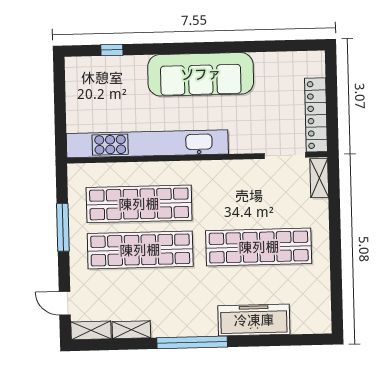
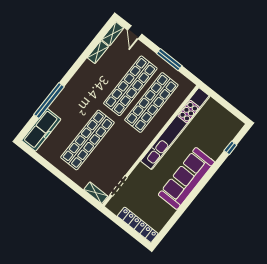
locker: (316, 115) -> (138, 225), moved
door: (65, 303) -> (135, 32), swing flipped
freezer: (254, 320) -> (41, 130), moved
window: (192, 342) -> (49, 101), moved

